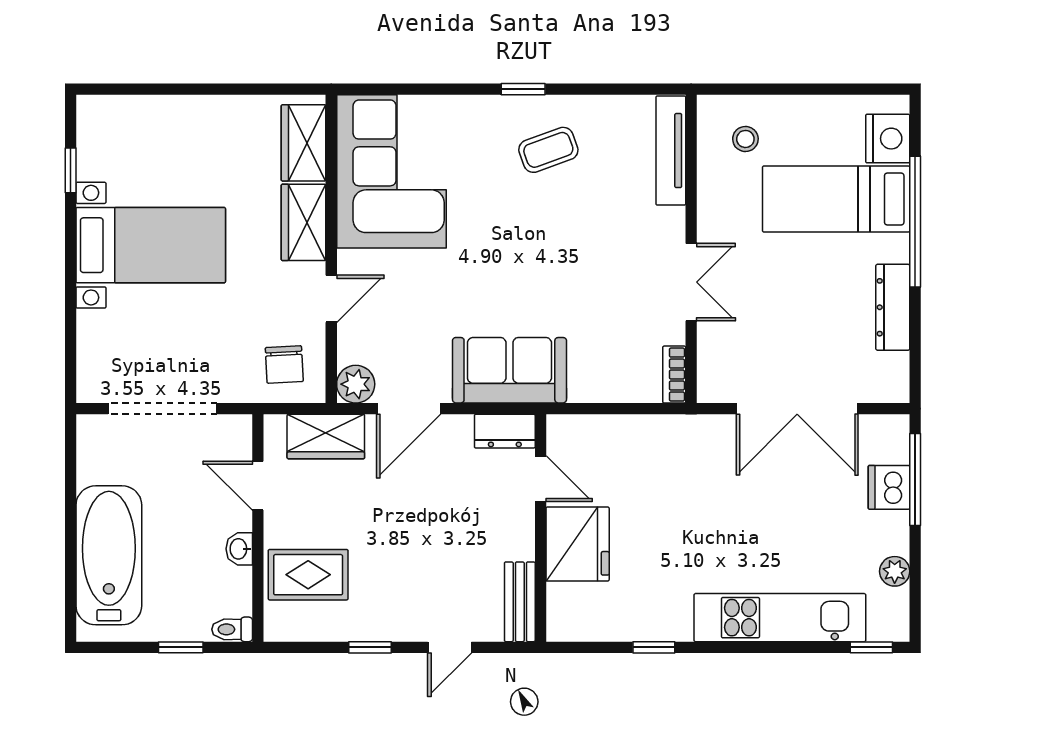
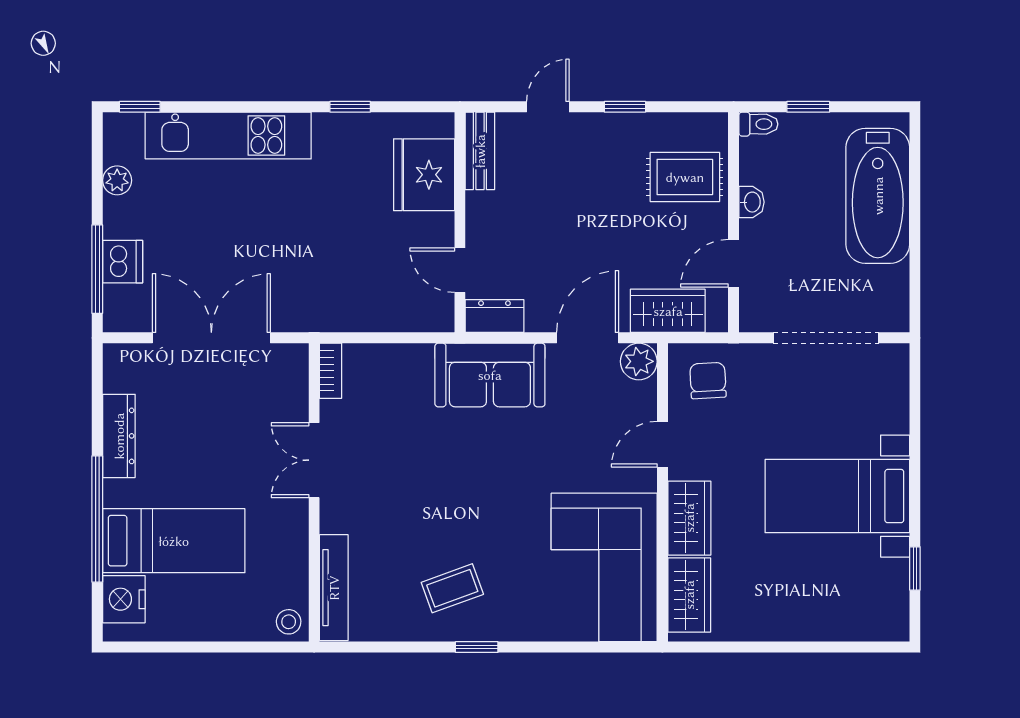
stool: (745, 139) -> (289, 622), moved
door: (258, 486) -> (734, 263), swing flipped
fridge: (578, 544) -> (424, 175), moved

